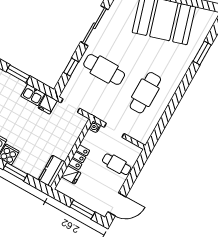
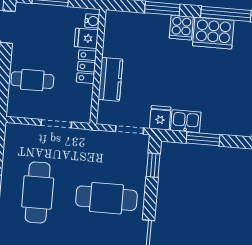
window: (71, 67) -> (153, 165), moved
window: (18, 74) -> (203, 139), moved
water cooler: (95, 127) -> (92, 21), moved
kitchen counter: (52, 171) -> (110, 79), moved

